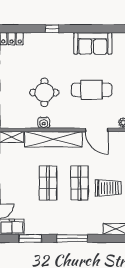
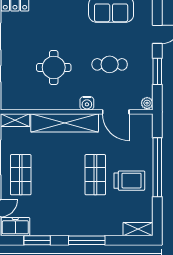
cafe table: (92, 90) -> (110, 64), width x0.73, depth x0.74
water cooler: (44, 123) -> (87, 103), moved
shop shelf: (48, 183) -> (21, 175), moved

